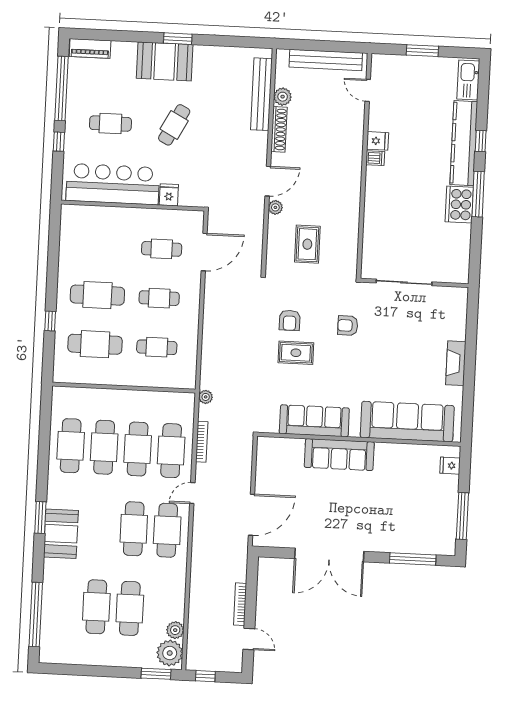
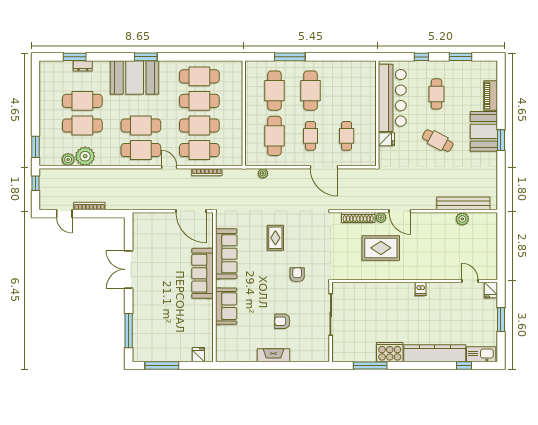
piano: (90, 49) -> (491, 95), moved
bench: (326, 60) -> (491, 249), removed
window: (61, 88) -> (460, 57), width x0.47
door: (368, 90) -> (470, 281), hinge flipped
shoe rack: (279, 129) -> (358, 218), moved
fridge: (378, 141) -> (491, 290), moved
window: (481, 141) -> (464, 366), moved
window: (478, 194) -> (370, 366), moved
rug: (307, 244) -> (381, 248), moved, width x1.36, depth x1.43
door: (204, 252) -> (324, 167), moved
armchair: (290, 320) -> (282, 321), moved
window: (50, 321) -> (290, 57), width x2.17
cafe table: (157, 347) -> (274, 136), width x1.37, depth x1.35
plant: (206, 397) -> (263, 173), moved
sofa: (407, 422) -> (226, 306), width x0.54, depth x0.79
door: (252, 515) -> (191, 211), moved
booth: (61, 534) -> (135, 77), width x1.36, depth x1.42
double door: (329, 555) -> (129, 269), width x0.73
dresser: (48, 604) -> (83, 66), added
window: (36, 614) -> (75, 57), width x0.47
door: (249, 639) -> (64, 214), hinge flipped
plant: (170, 653) -> (85, 156), moved

